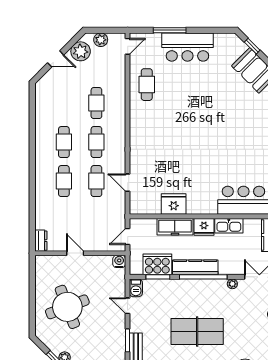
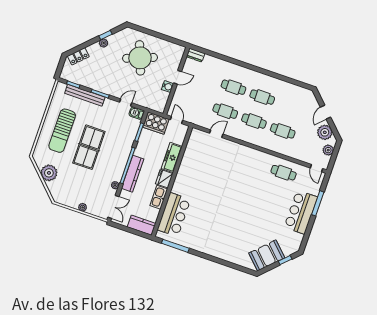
fridge: (174, 204) -> (189, 162), removed
water cooler: (119, 261) -> (168, 87), moved
cooker: (157, 264) -> (156, 123), moved, turned 90
kitchen counter: (195, 267) -> (133, 174), moved

